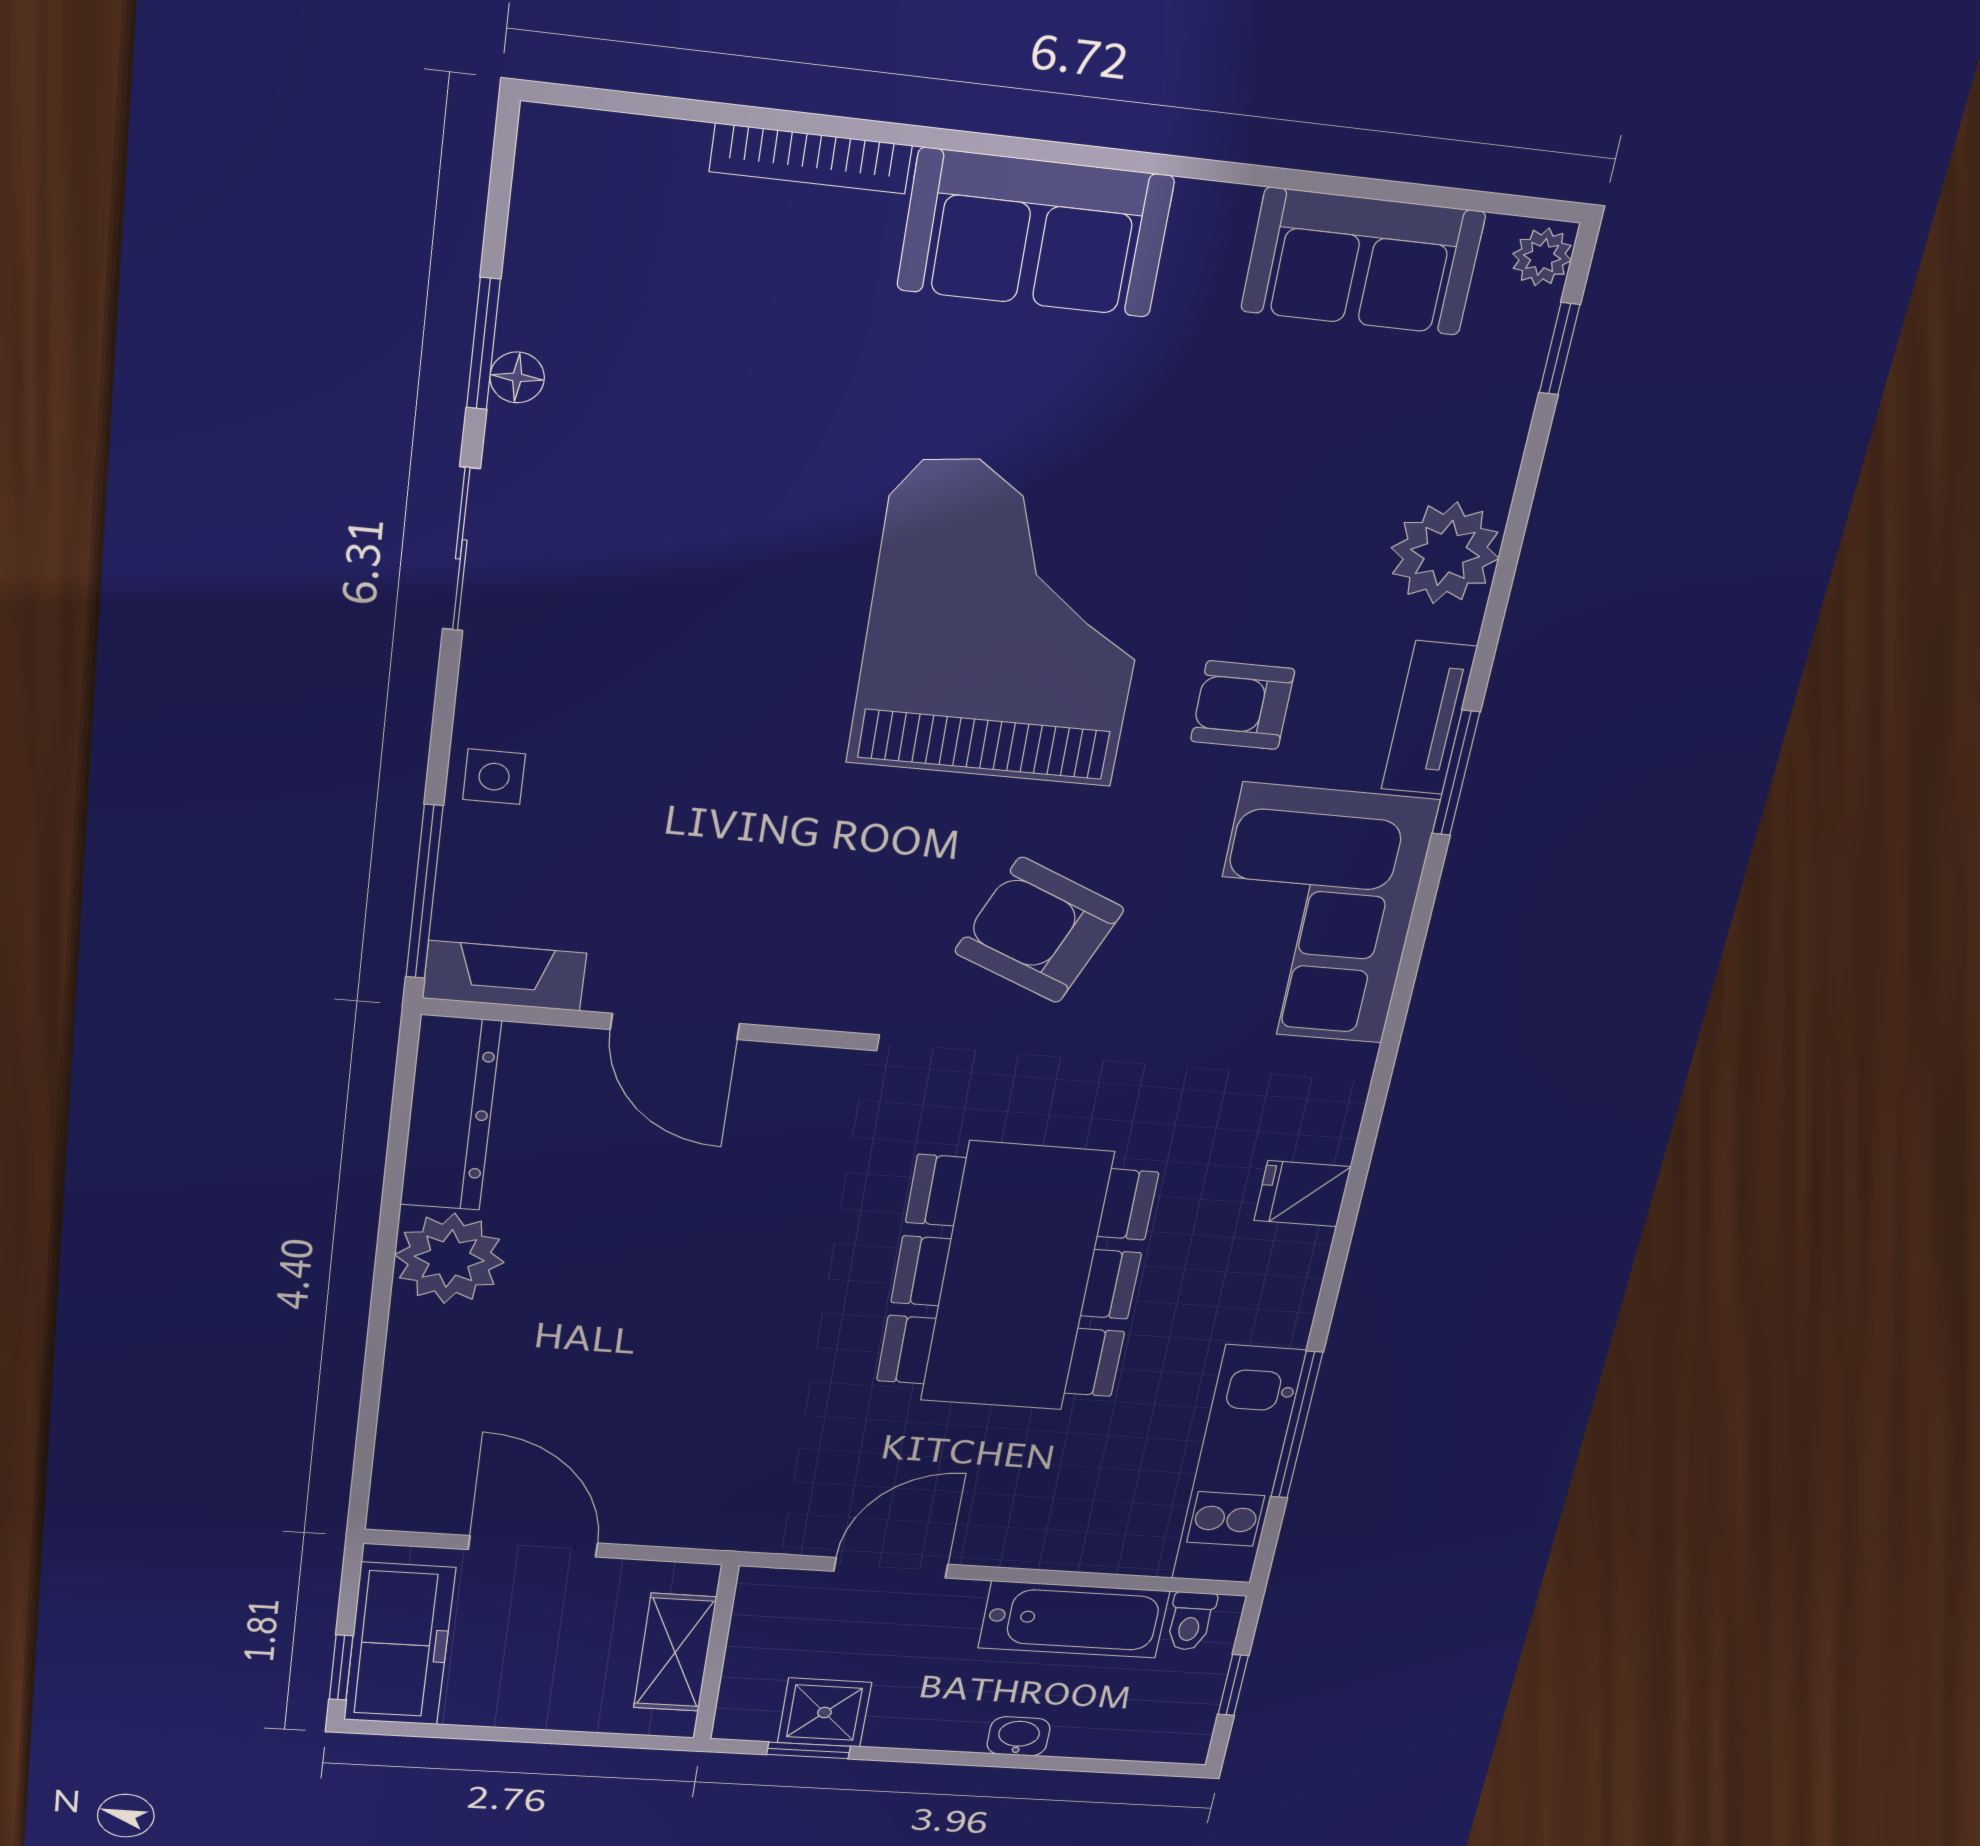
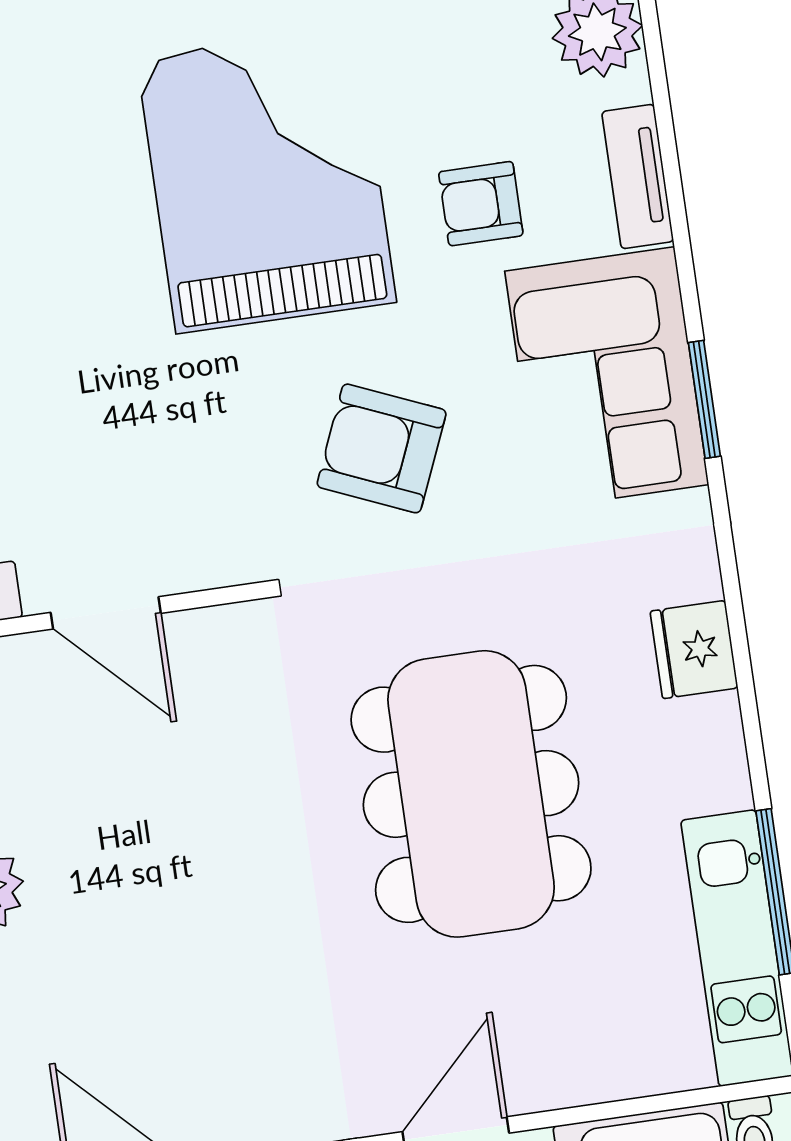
window: (1456, 773) -> (704, 399), moved
fridge: (1302, 1194) -> (694, 650), width x1.38

